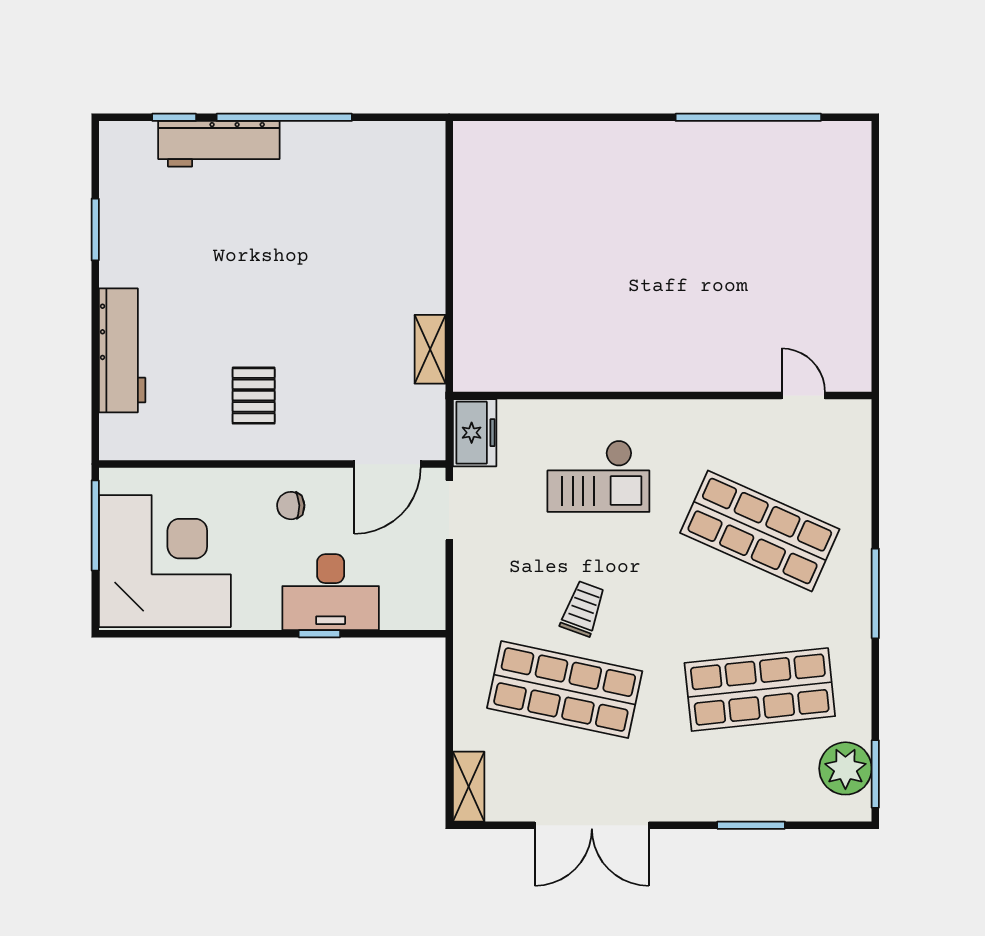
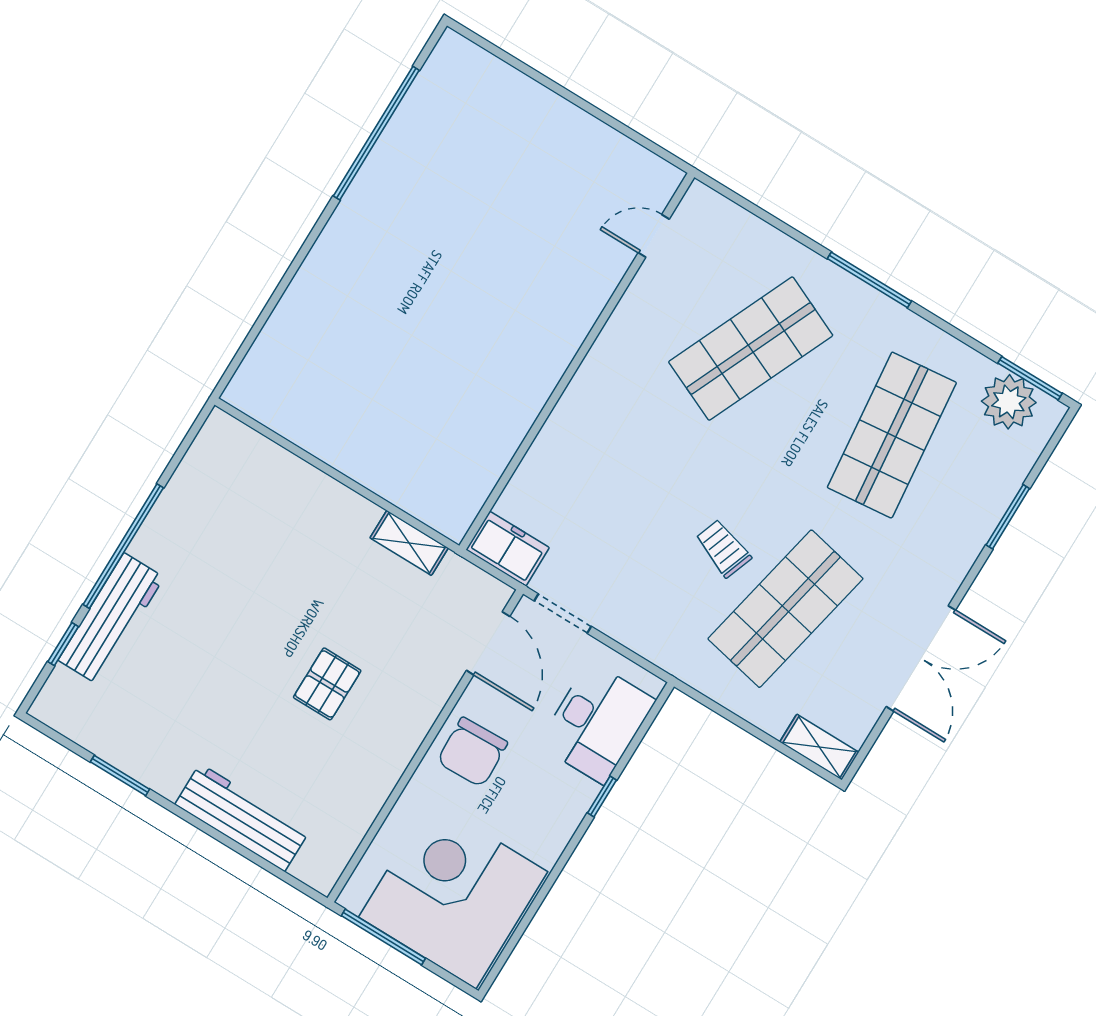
pallet: (254, 396) -> (327, 684), moved, turned 90
checkout: (598, 476) -> (614, 462), removed
chair: (291, 506) -> (472, 752), width x1.87, depth x1.87
desk: (331, 592) -> (597, 722), moved

